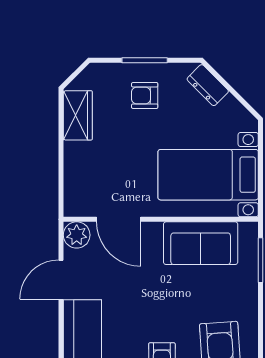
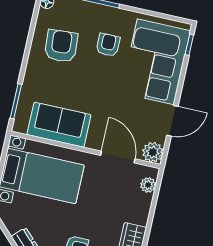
plant: (73, 193) -> (148, 185), added

